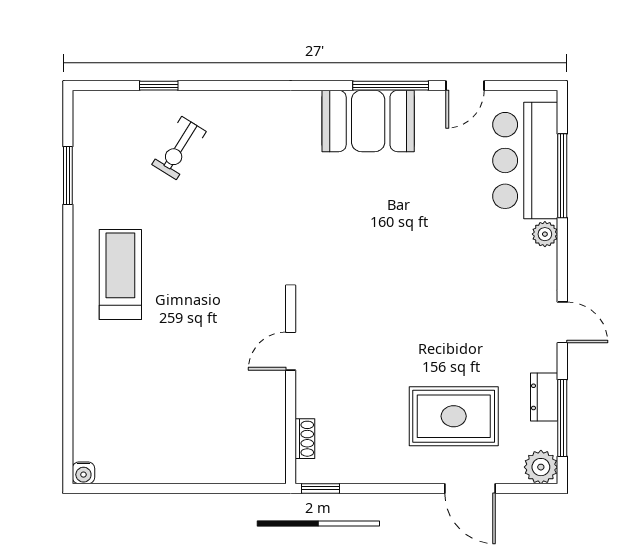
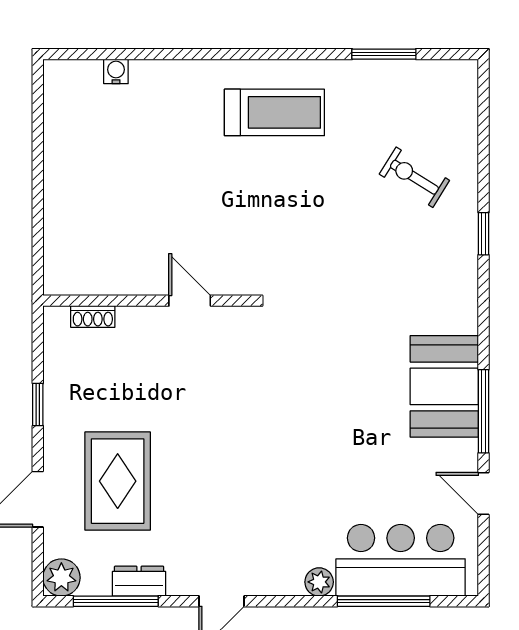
window: (159, 86) -> (483, 234), moved
water cooler: (83, 473) -> (116, 71), moved, turned 90
window: (321, 488) -> (38, 405), moved

